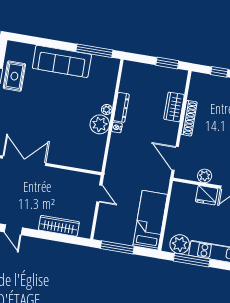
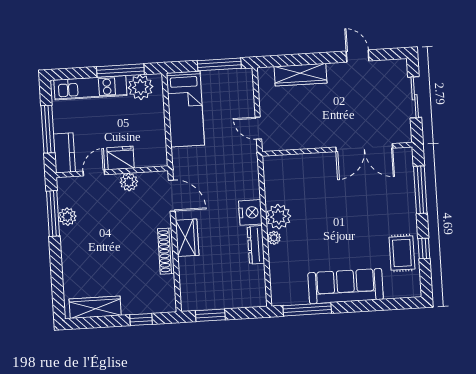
wardrobe: (174, 107) -> (187, 238), moved
nightstand: (117, 127) -> (250, 212), width x1.89, depth x1.79

